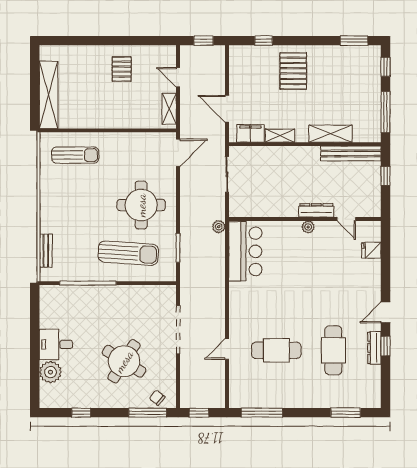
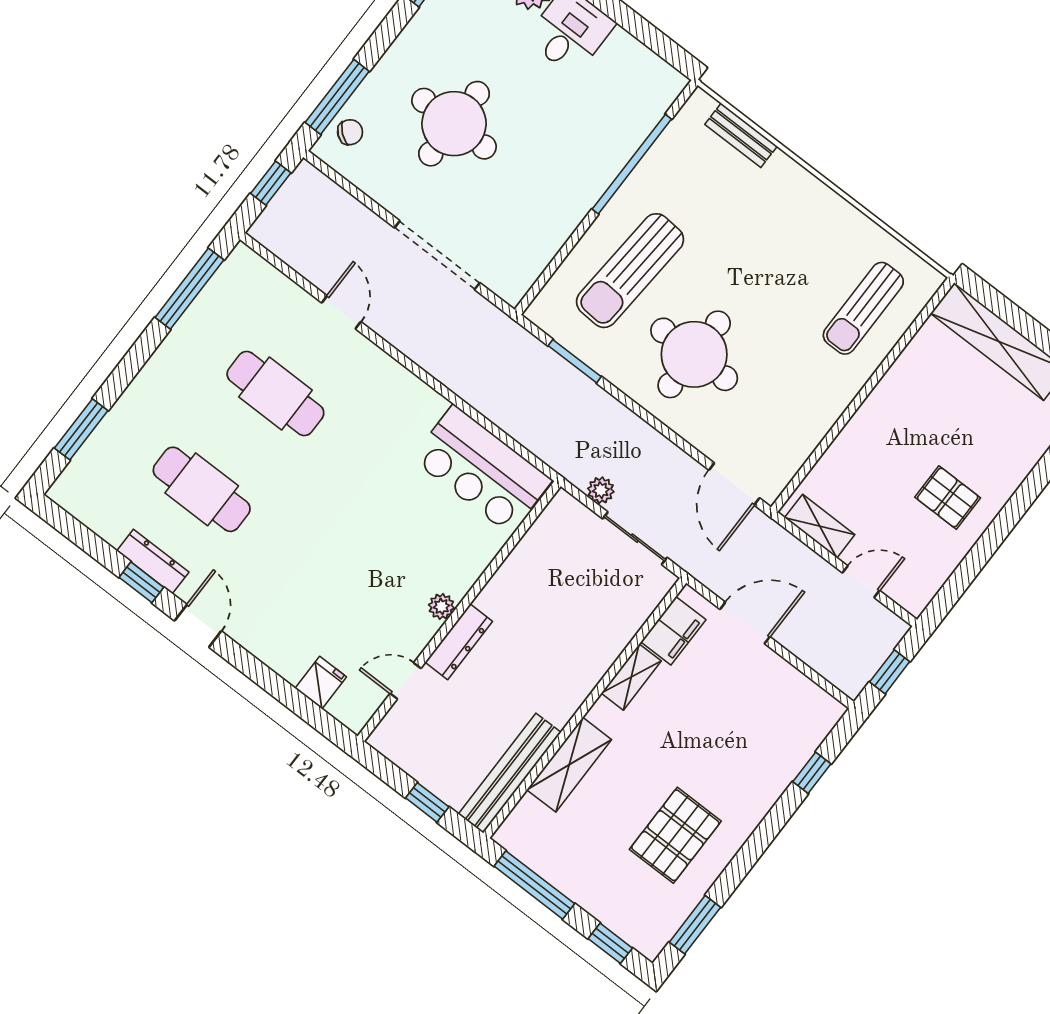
pallet: (293, 71) -> (675, 835), moved, turned 90
plant: (219, 227) -> (601, 490), moved
cafe table: (276, 350) -> (275, 393), turned 90
round table: (124, 361) -> (454, 124), turned -32

